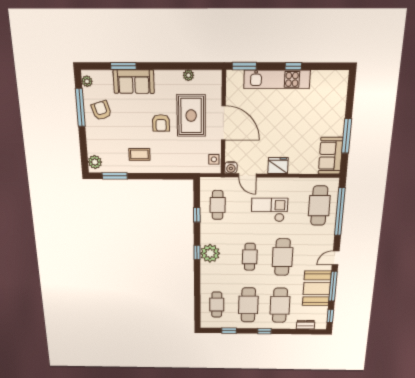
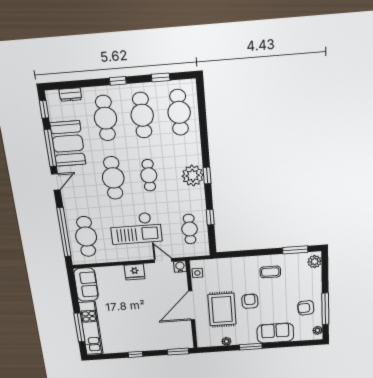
window: (123, 66) -> (251, 347), moved
kitchen unit: (277, 79) -> (91, 328), moved, turned 90
armchair: (101, 110) -> (306, 308), turned 103
door: (223, 123) -> (192, 305), hinge flipped
window: (347, 136) -> (79, 328), moved
checkout: (269, 210) -> (136, 228), width x1.36, depth x1.21
cafe table: (217, 305) -> (179, 112), width x1.37, depth x1.35

